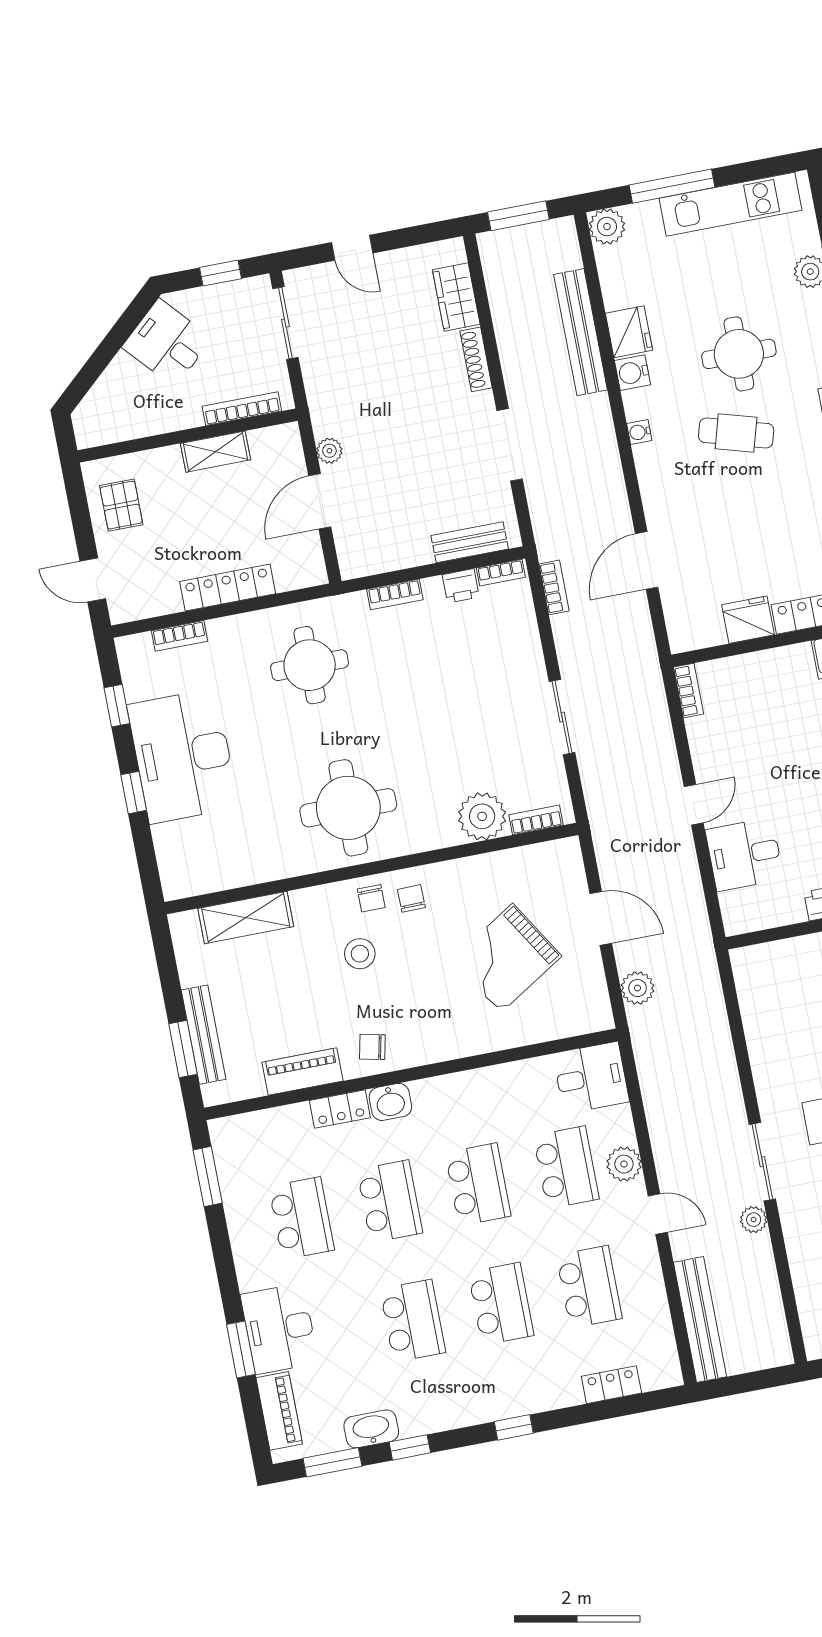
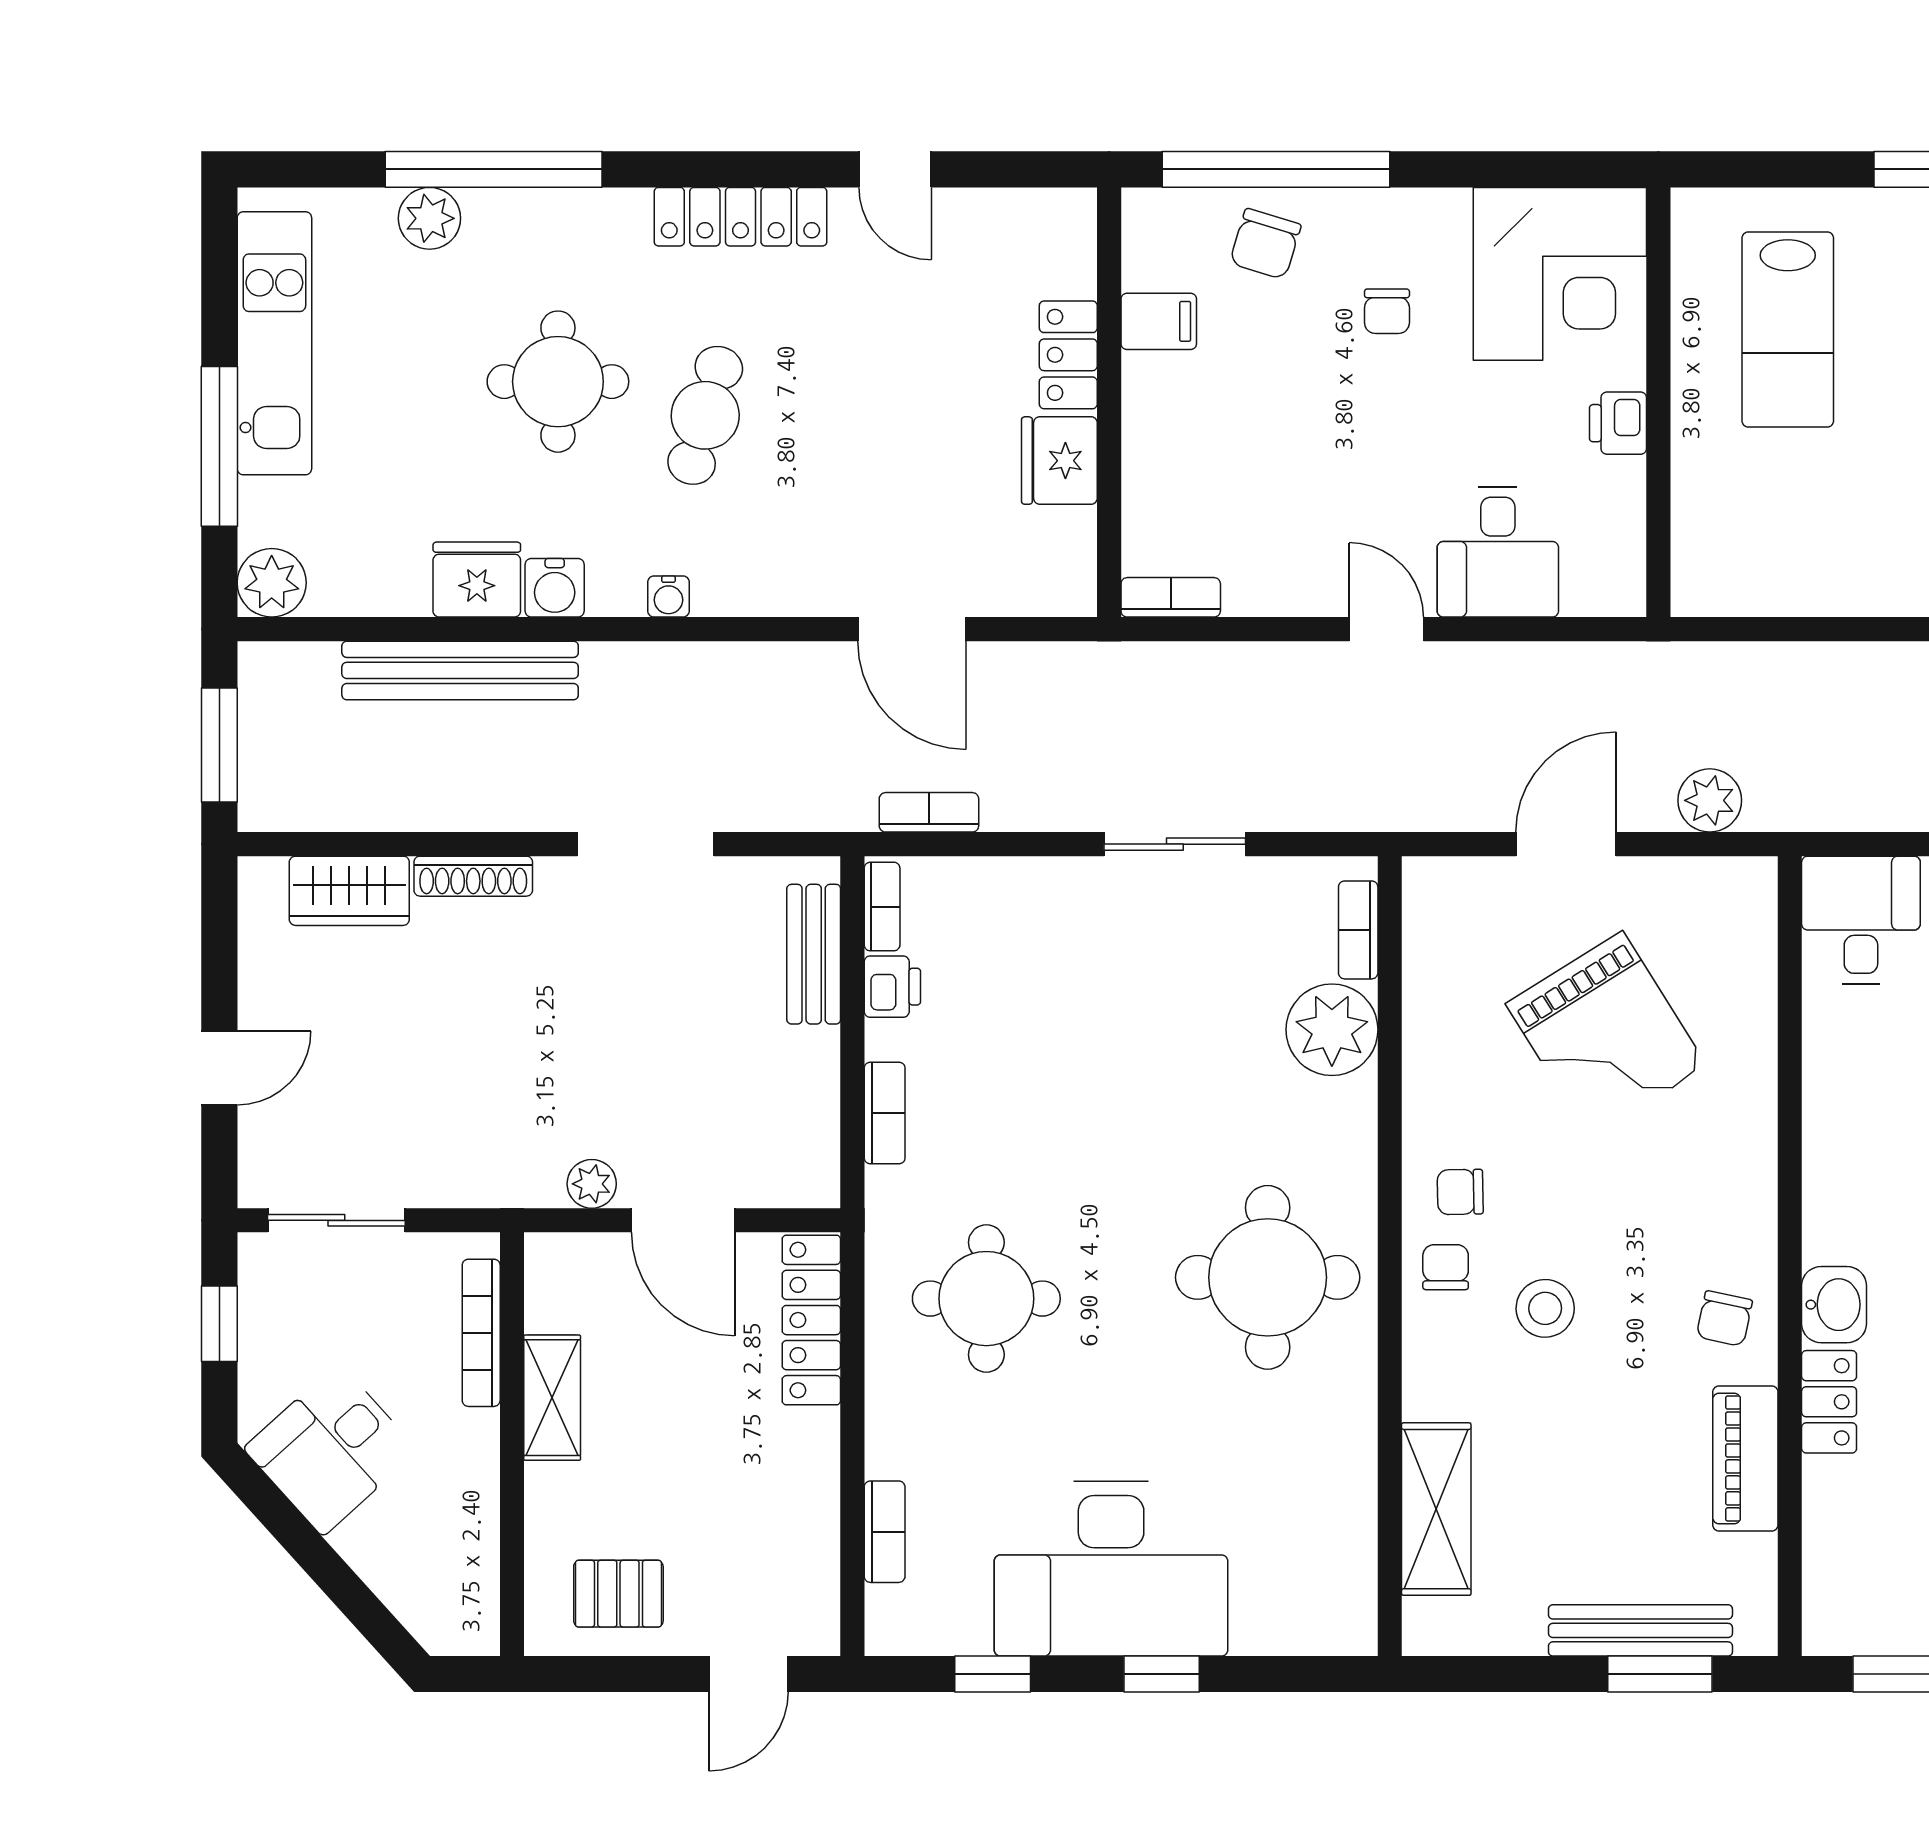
locker: (228, 588) -> (811, 1320), moved
chair: (371, 898) -> (1446, 1267), turned -90

